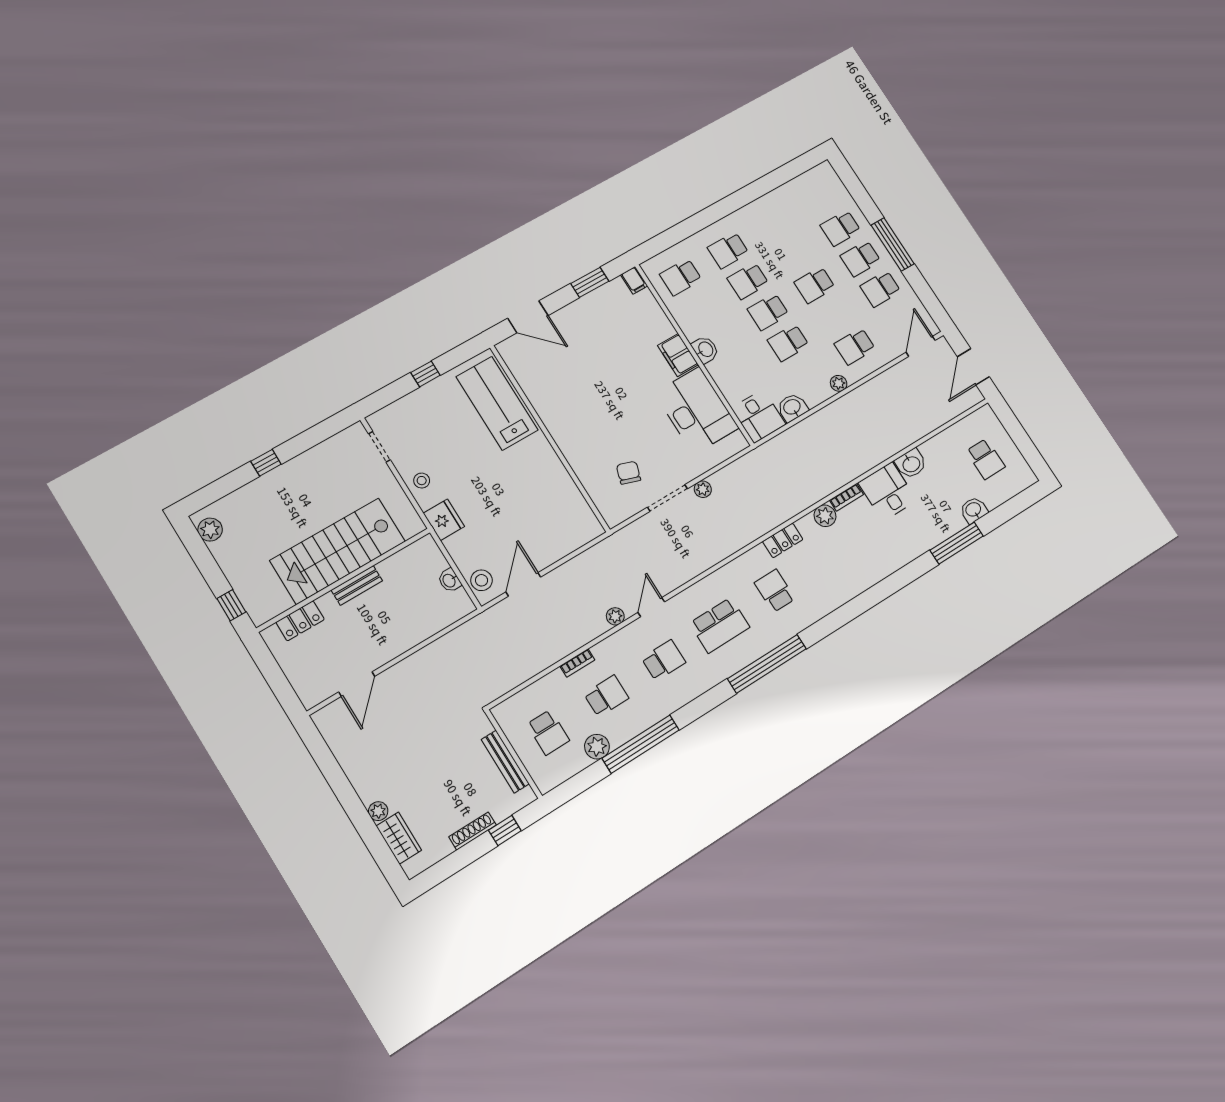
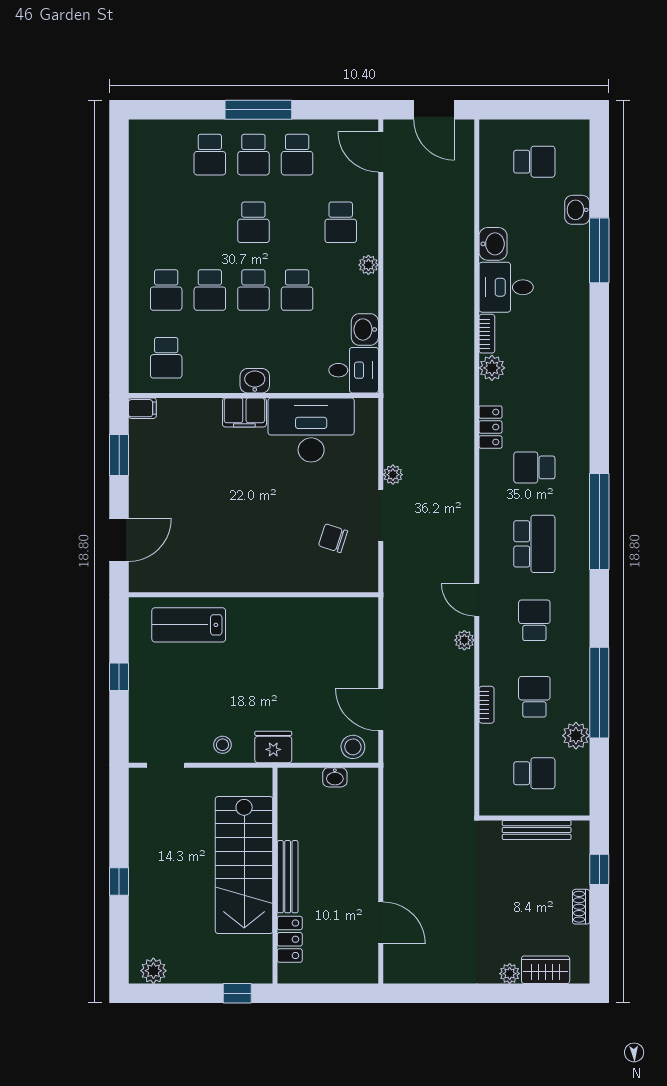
lab bench: (497, 403) -> (189, 625), width x0.73, depth x0.72
bench: (357, 585) -> (288, 877), width x1.36
shoe rack: (472, 831) -> (581, 907), width x0.70

